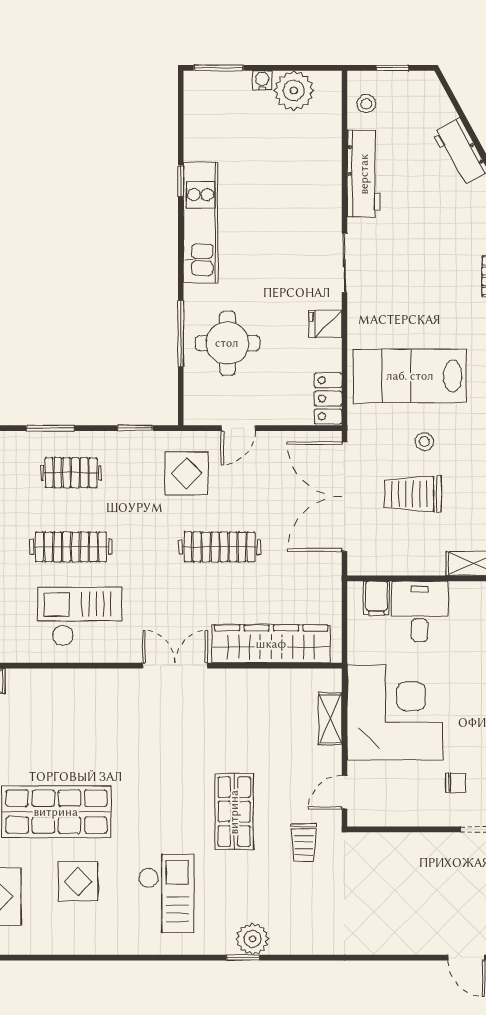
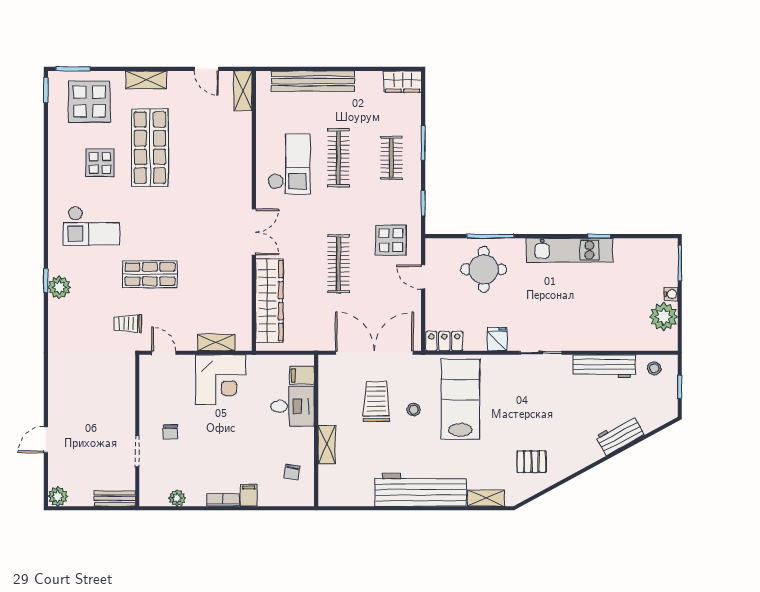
corner desk: (395, 712) -> (221, 380), width x0.74, depth x0.74

